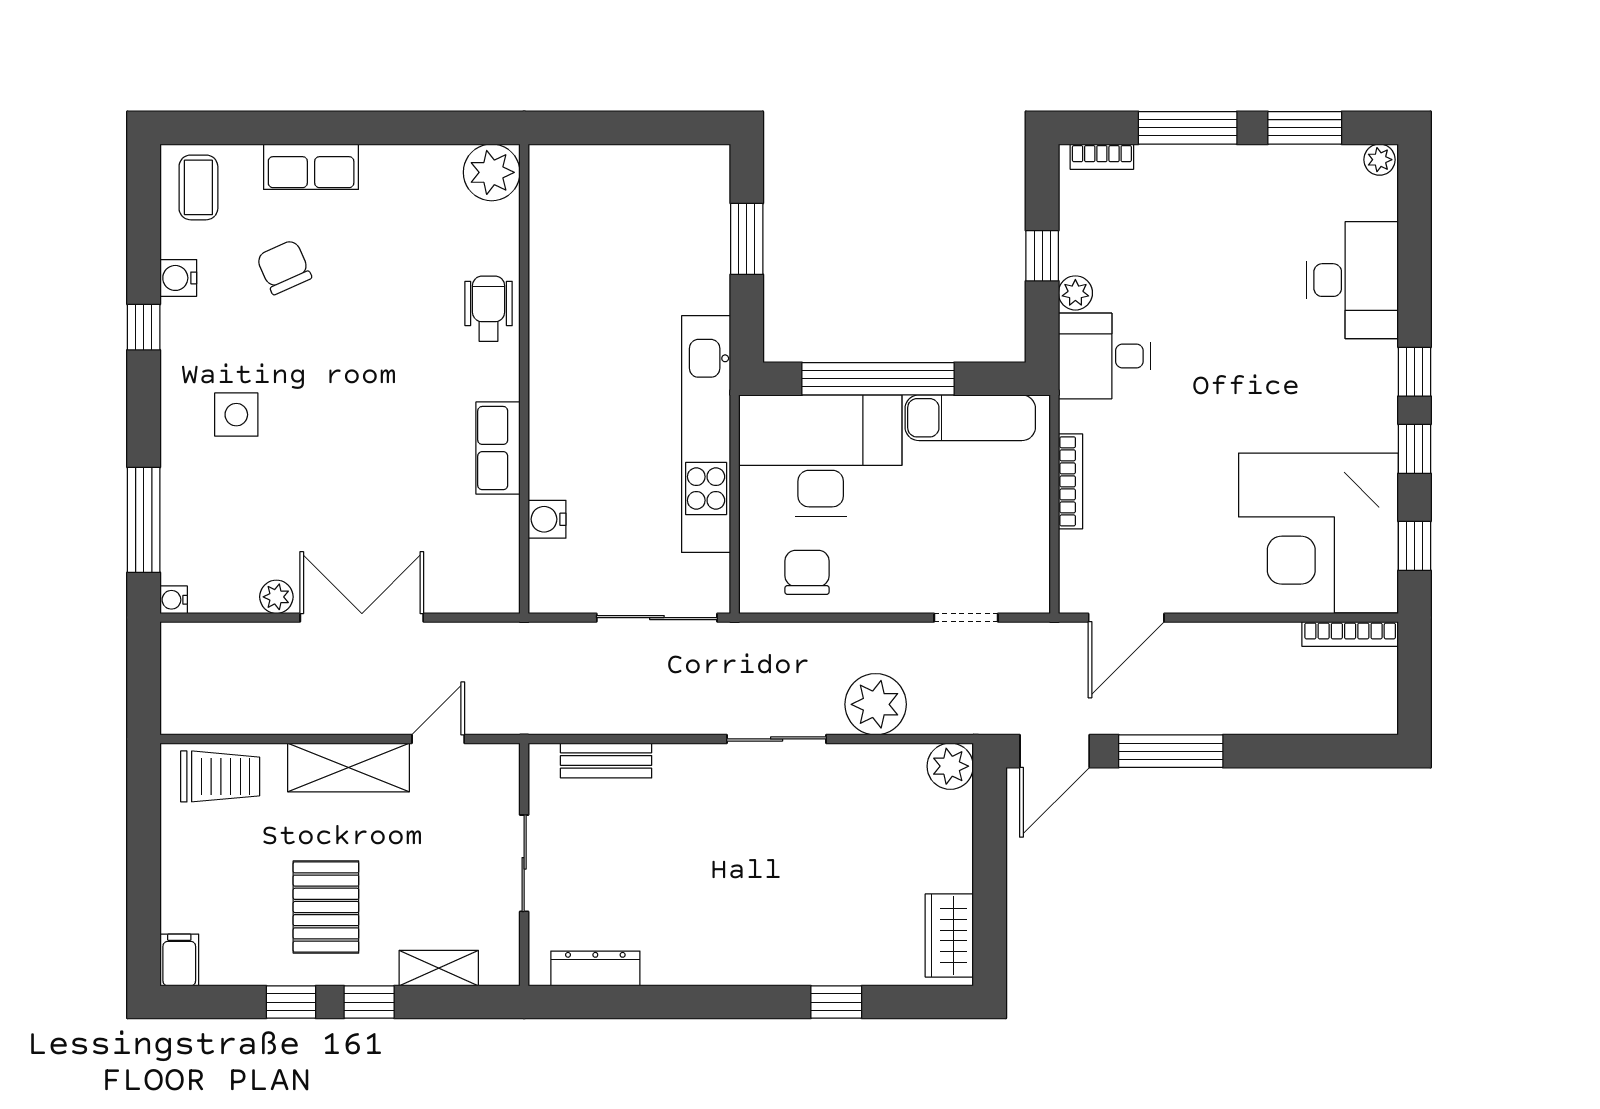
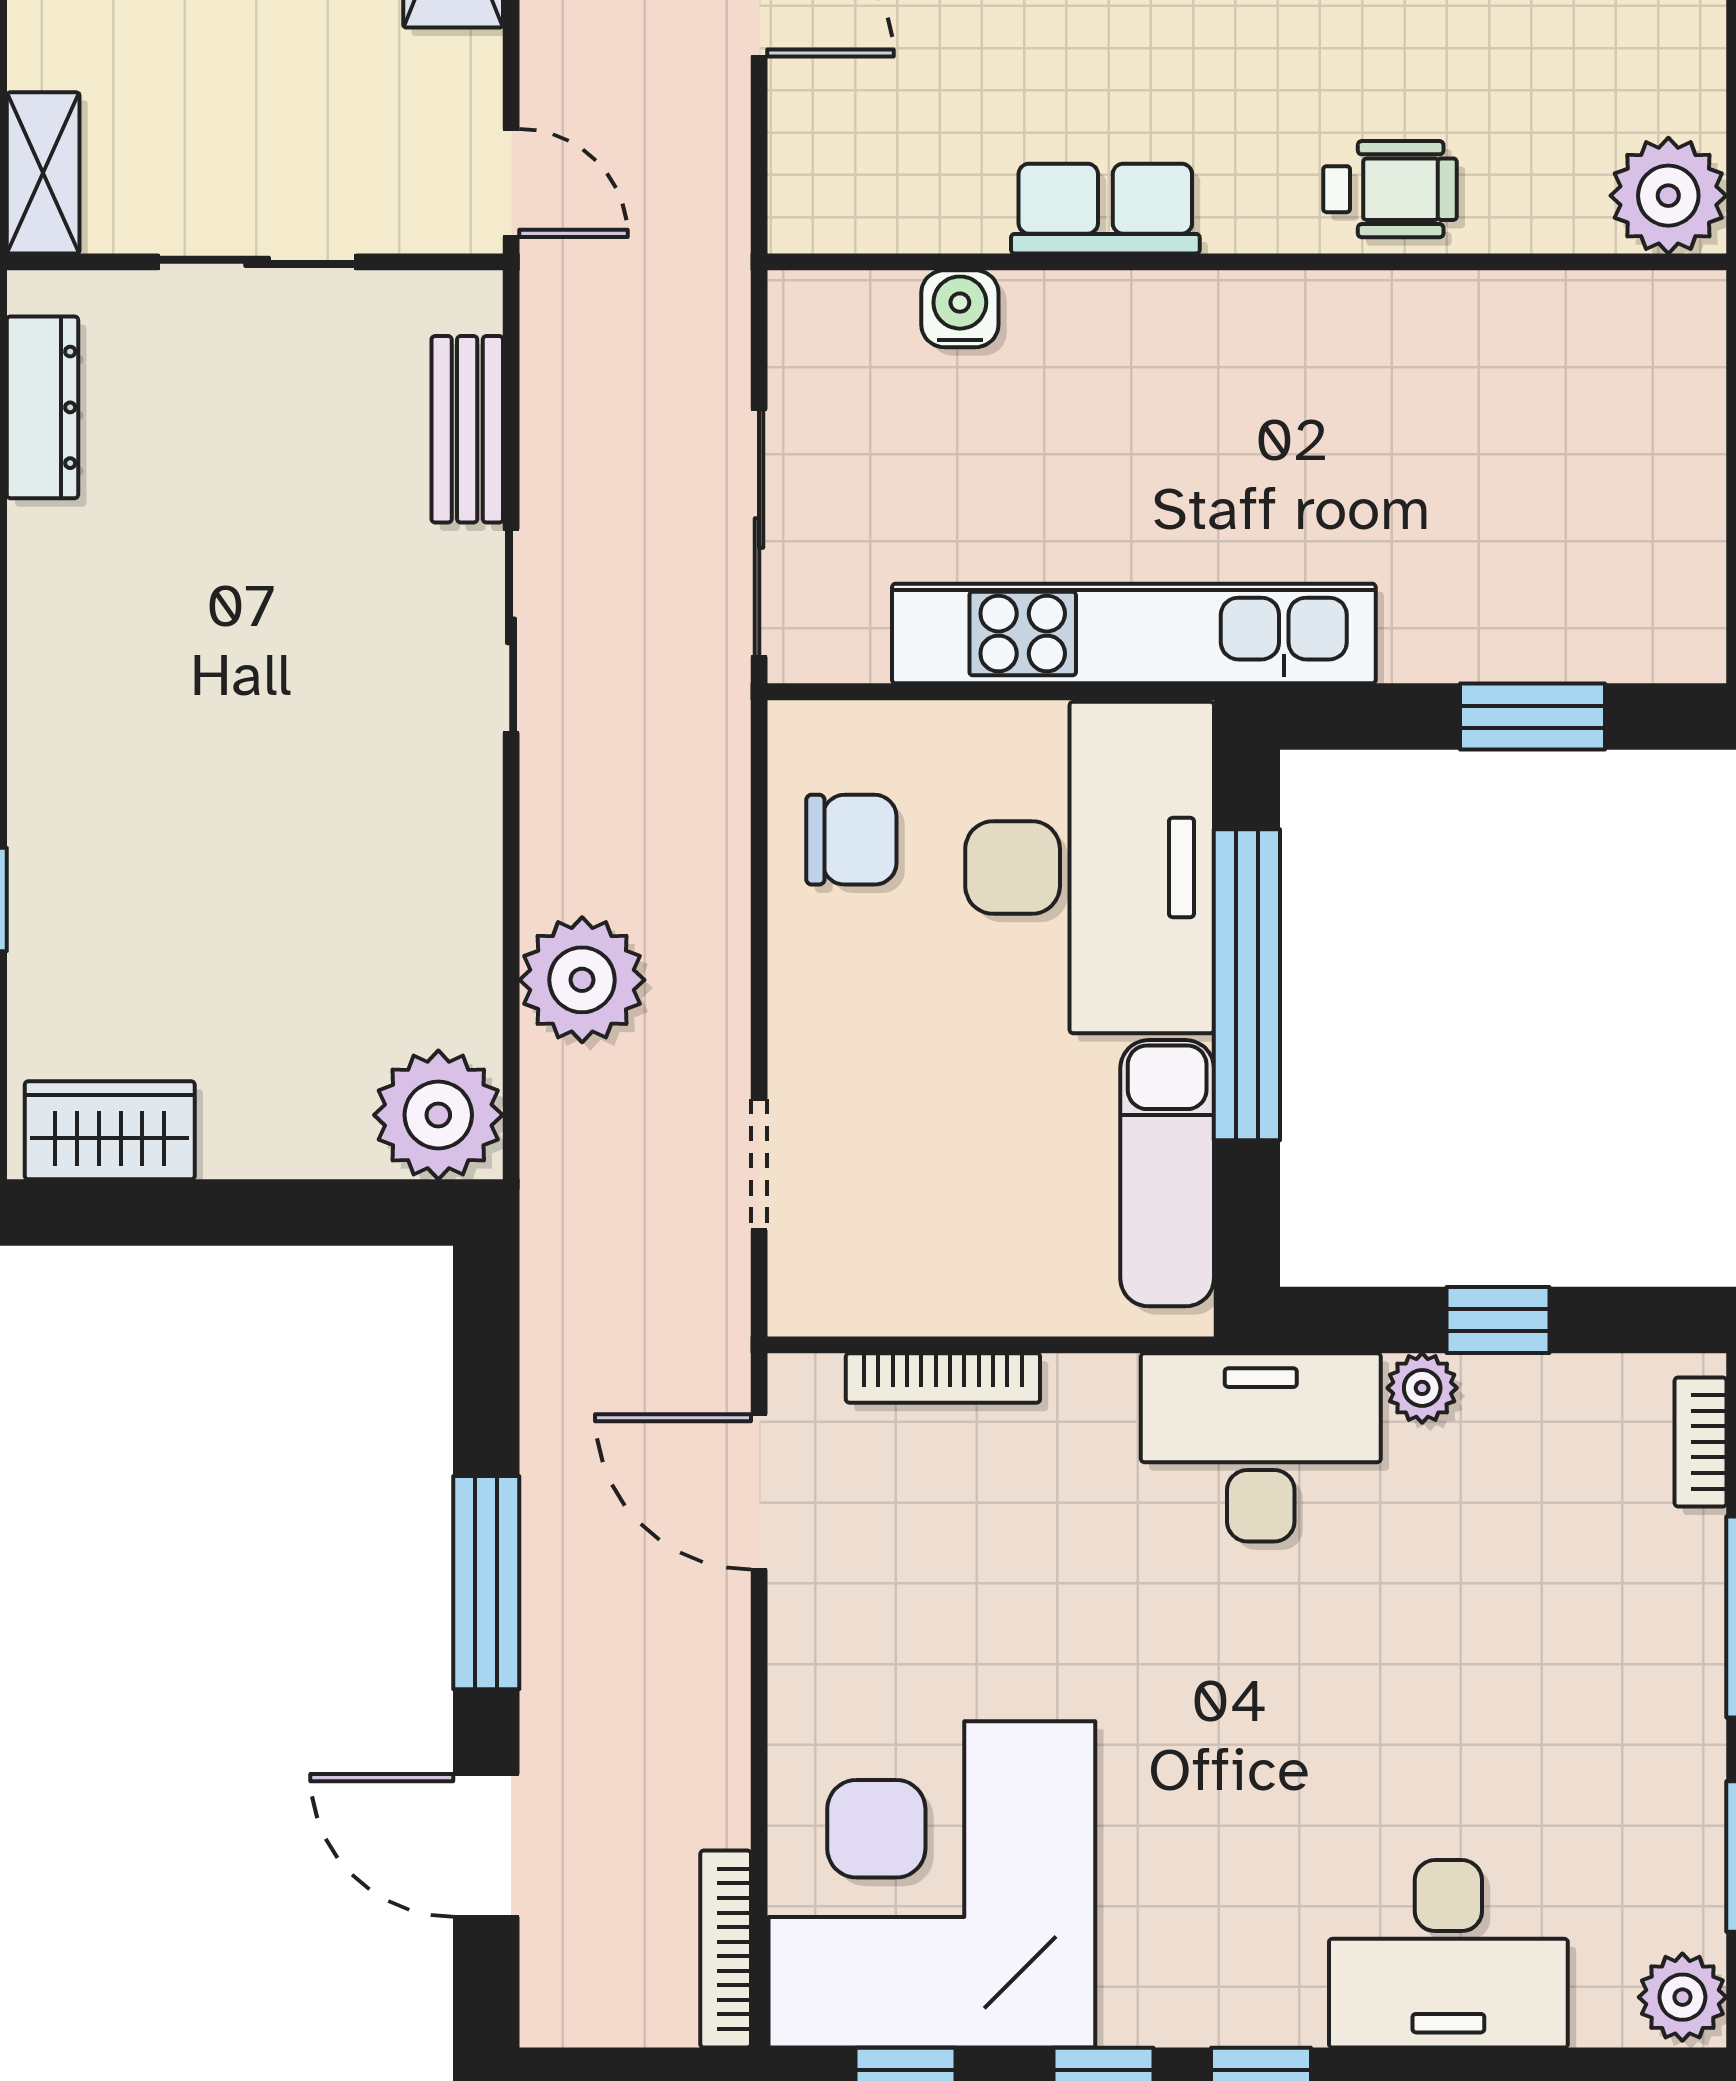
plant: (1380, 160) -> (1682, 1997), width x1.38, depth x1.38
desk: (1104, 356) -> (1261, 1447), width x1.37
bookcase: (1071, 481) -> (943, 1378), moved
door: (438, 739) -> (511, 183), moved
sliding door: (777, 739) -> (511, 631), moved
door: (1055, 751) -> (486, 1845), moved
plant: (950, 766) -> (438, 1115), width x1.36, depth x1.36
shelving: (439, 968) -> (43, 173), moved

